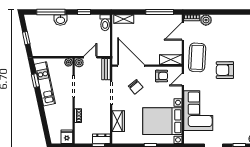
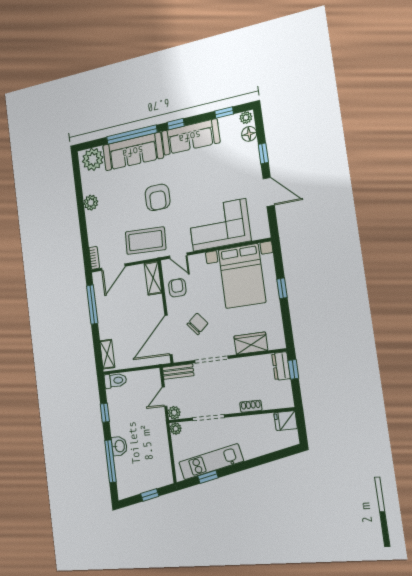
plant: (206, 20) -> (91, 203), moved
door: (183, 31) -> (113, 267), hinge flipped
door: (90, 57) -> (165, 397), hinge flipped

